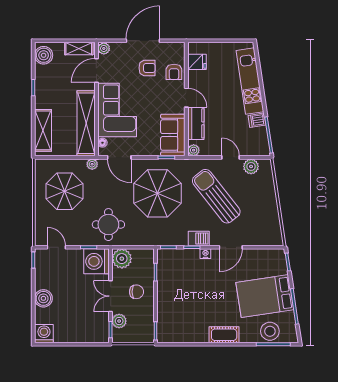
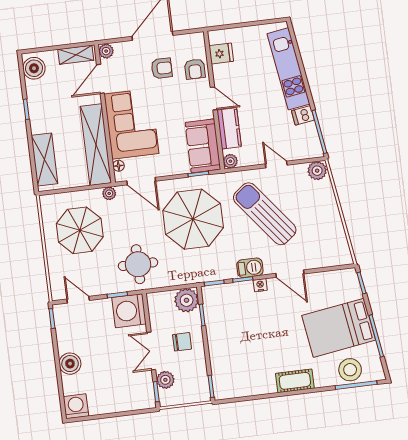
plant: (251, 166) -> (317, 171), moved
door: (231, 247) -> (290, 274), hinge flipped
plant: (122, 259) -> (187, 300), moved

